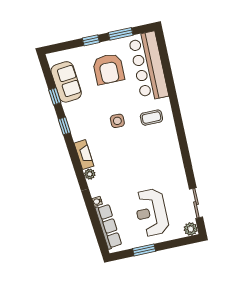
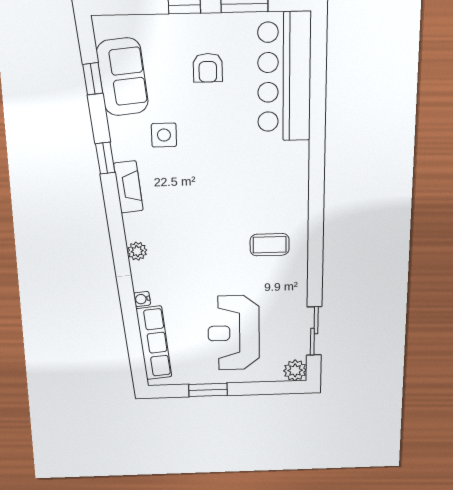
armchair: (109, 69) -> (208, 68), width x0.53, depth x0.53
window: (55, 96) -> (93, 79), moved
coffee table: (151, 118) -> (270, 245), moved
side table: (117, 121) -> (164, 135), moved
fireplace: (84, 155) -> (128, 187), moved

